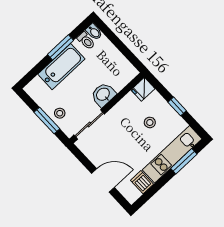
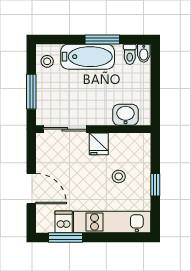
fridge: (143, 89) -> (99, 144), moved, turned -90
washbasin: (103, 95) -> (125, 115), moved
stool: (60, 113) -> (47, 61), moved
window: (184, 161) -> (65, 237), moved

